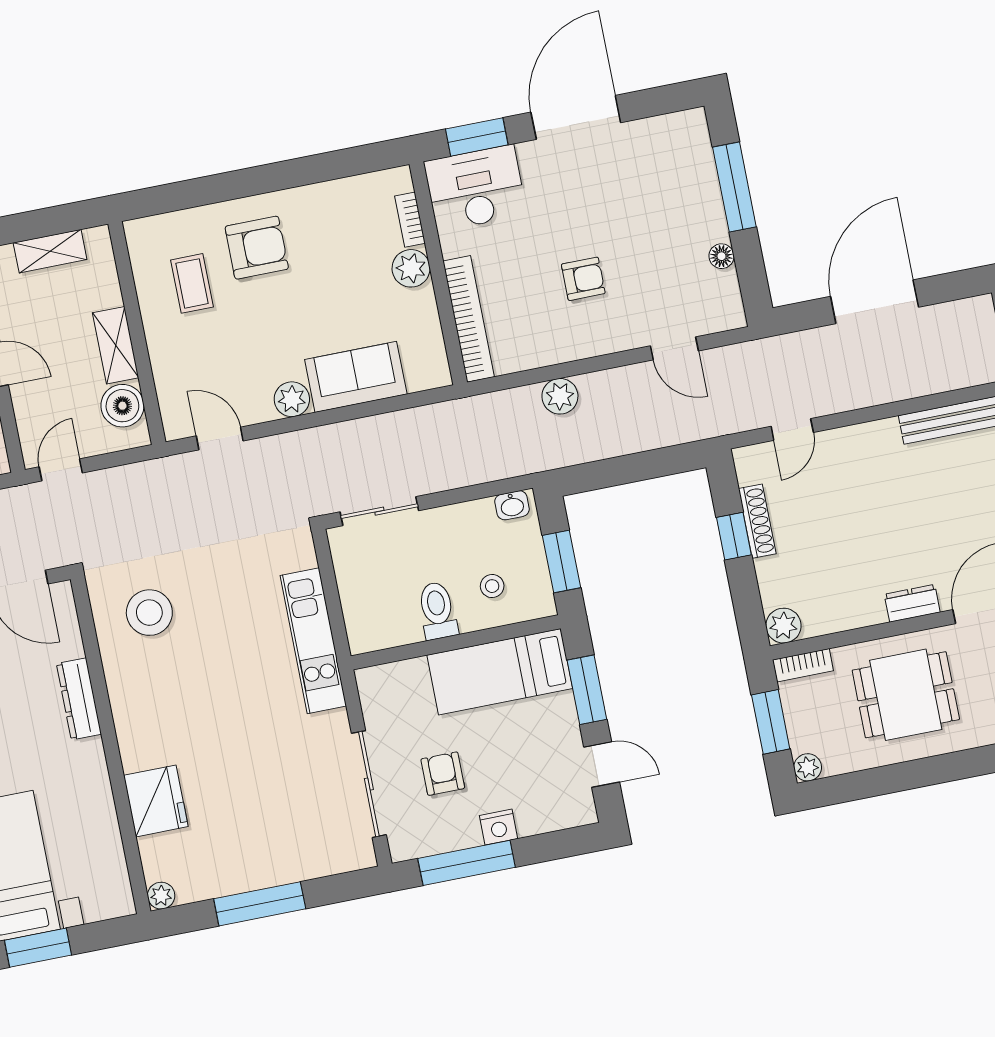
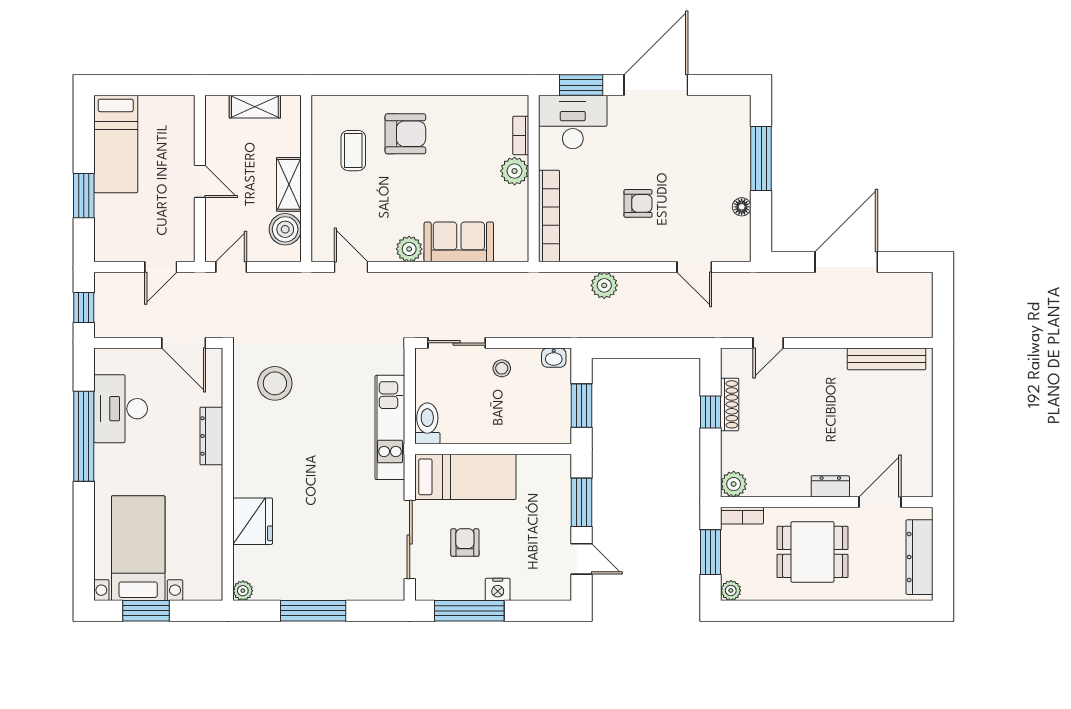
stool: (492, 586) -> (502, 368), moved
toilet: (437, 611) -> (427, 423), moved
bed: (500, 672) -> (465, 477), moved, turned 180

